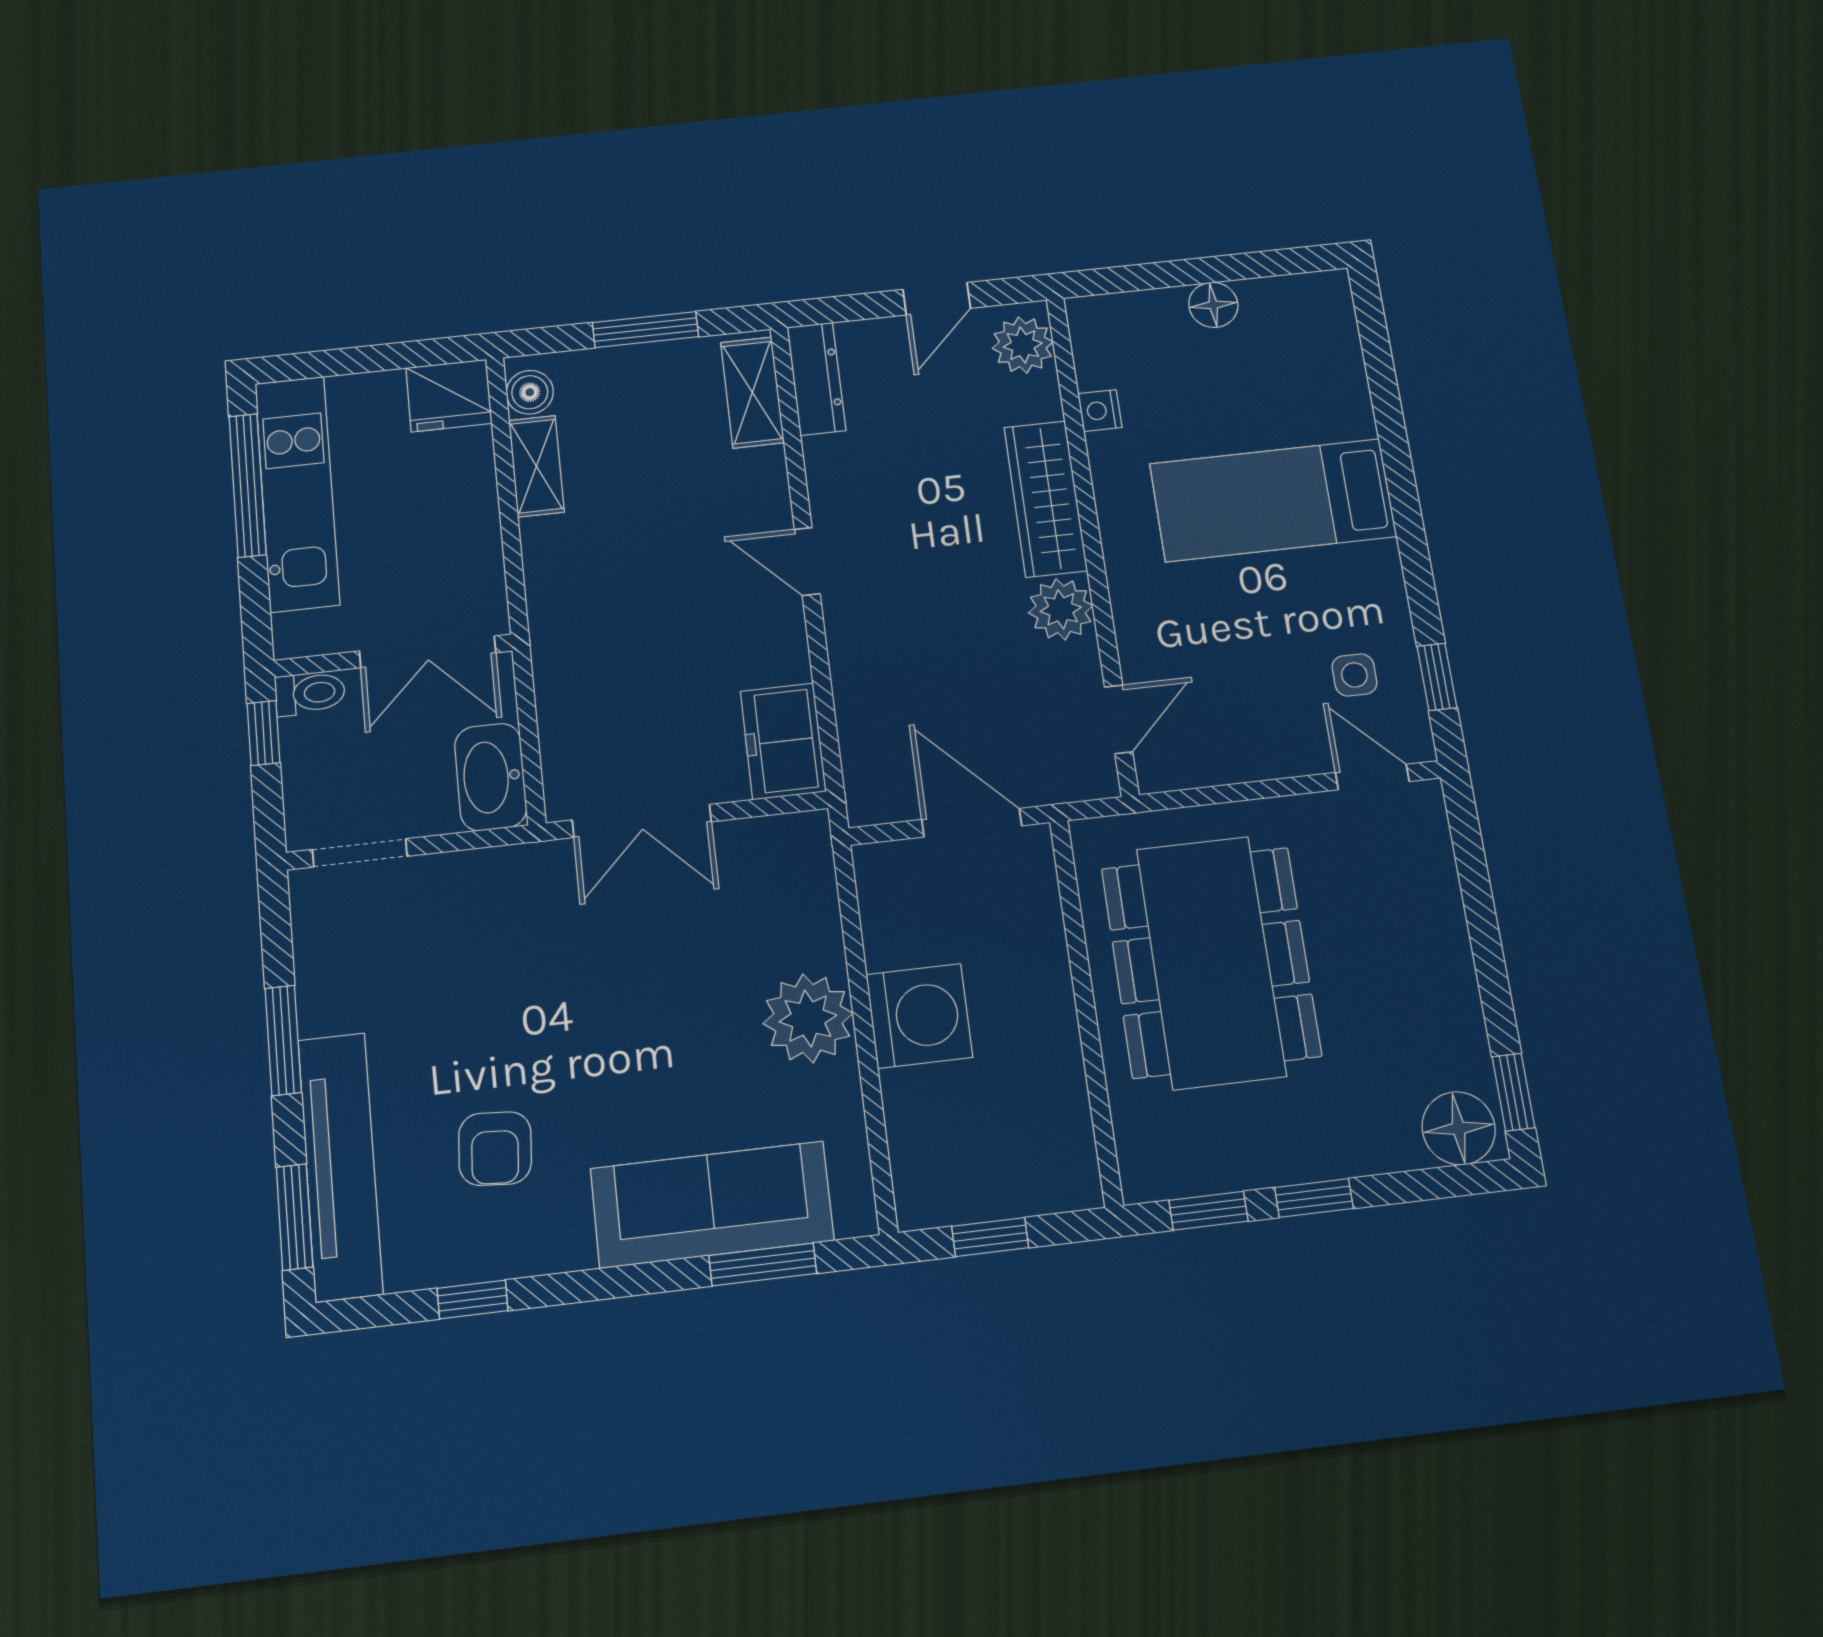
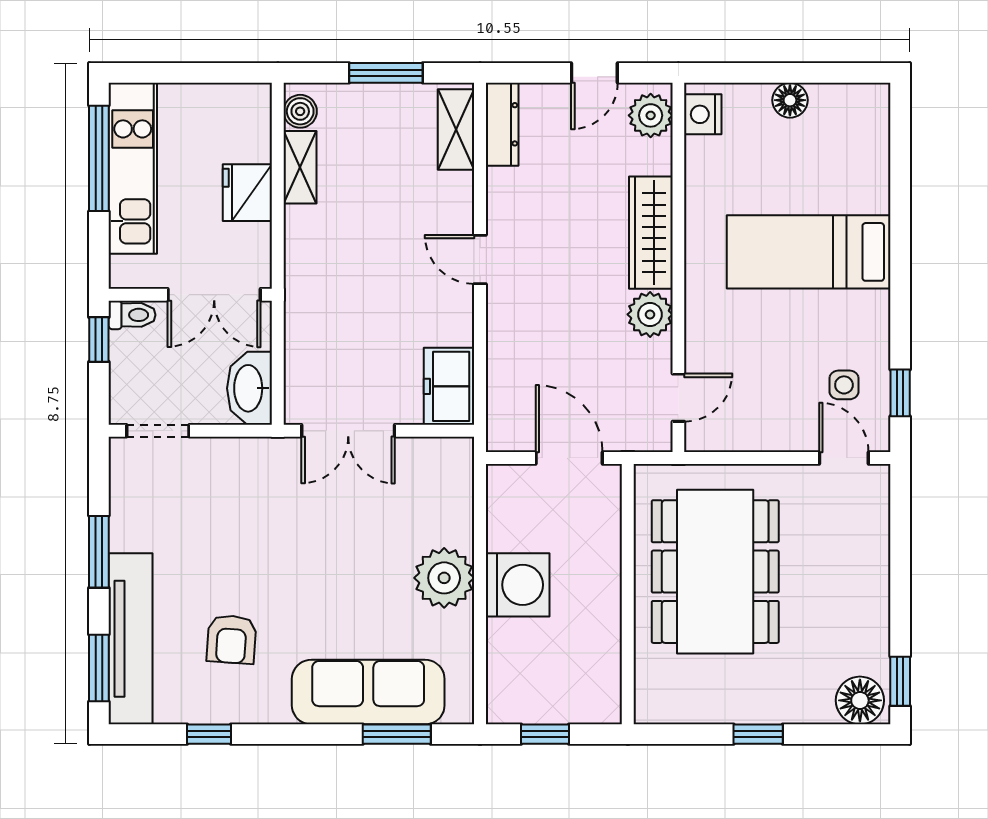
fridge: (449, 396) -> (247, 193), moved, turned 90
nightstand: (1100, 411) -> (703, 114), moved, width x1.39, depth x1.35
window: (1208, 1211) -> (688, 734), removed

